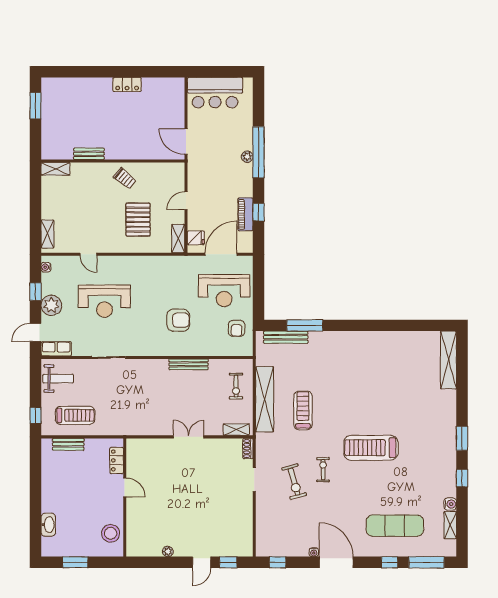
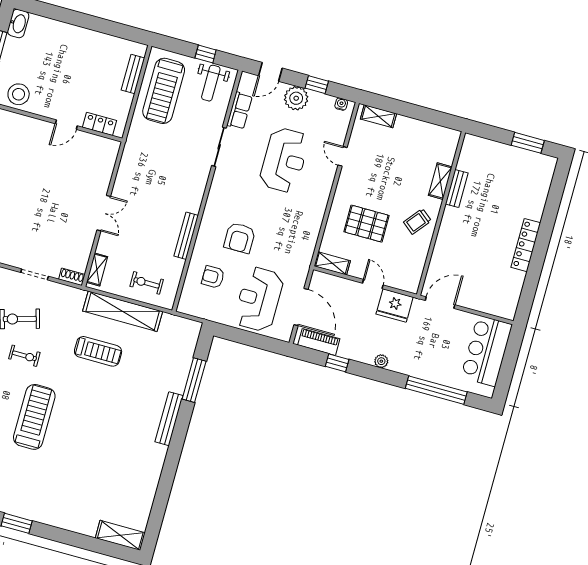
locker: (127, 84) -> (526, 245), width x1.53
window: (258, 152) -> (436, 390), moved
plant: (247, 157) -> (381, 361), moved
shelving: (55, 169) -> (440, 181), moved
piano: (245, 214) -> (319, 342), moved
fridge: (196, 238) -> (395, 306), moved, width x1.88, depth x1.34
door: (88, 254) -> (343, 156), hinge flipped
reception desk: (104, 301) -> (284, 160), turned 180
armchair: (237, 328) -> (213, 277), moved
door: (35, 332) -> (270, 72), swing flipped
bench: (286, 337) -> (169, 419), moved
row of seats: (56, 349) -> (240, 111), moved
shelving: (448, 360) -> (120, 535), width x0.68
window: (35, 415) -> (206, 54), moved
treadmill: (75, 415) -> (164, 91), width x1.37, depth x1.38
washbasin: (48, 525) -> (18, 23), moved, turned -90

